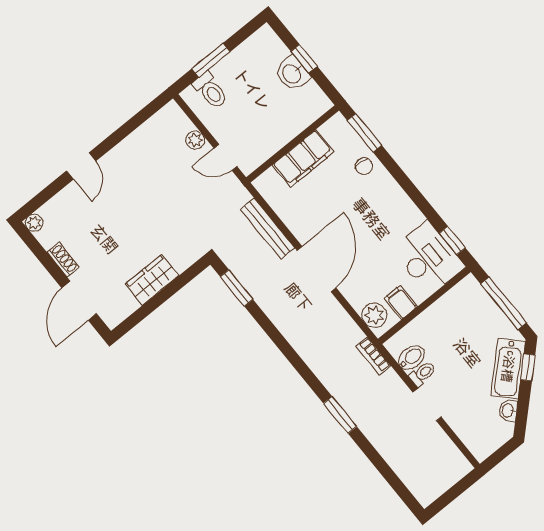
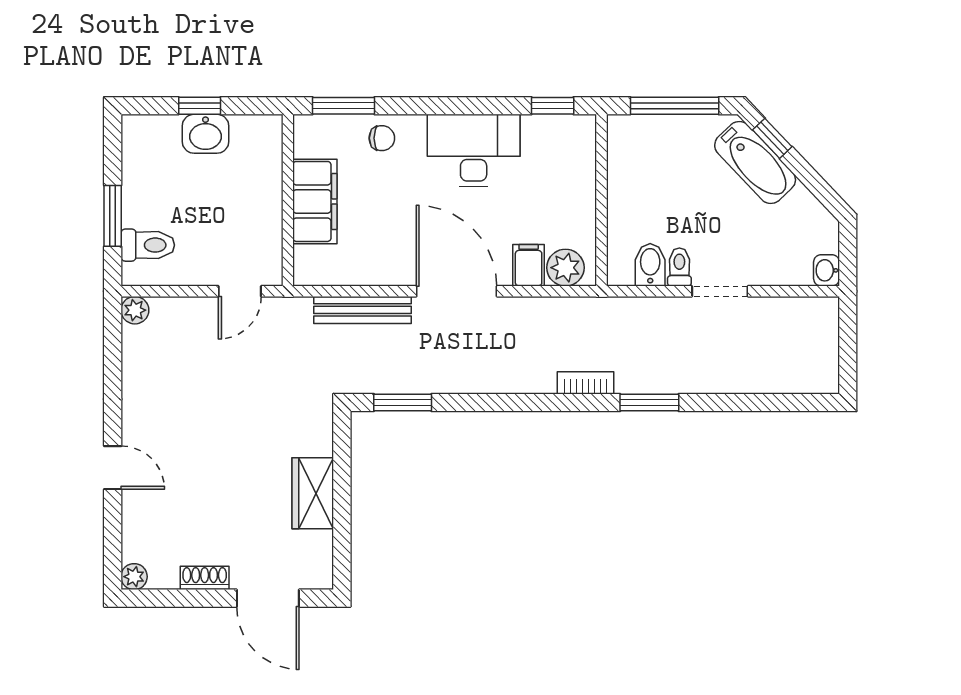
plant: (195, 140) -> (135, 310), moved
desk: (428, 258) -> (474, 151), moved
filing cabinet: (401, 302) -> (529, 265), moved, turned 90
bookcase: (373, 356) -> (586, 383), moved, turned 180
washbasin: (508, 411) -> (827, 270), moved, turned 44

